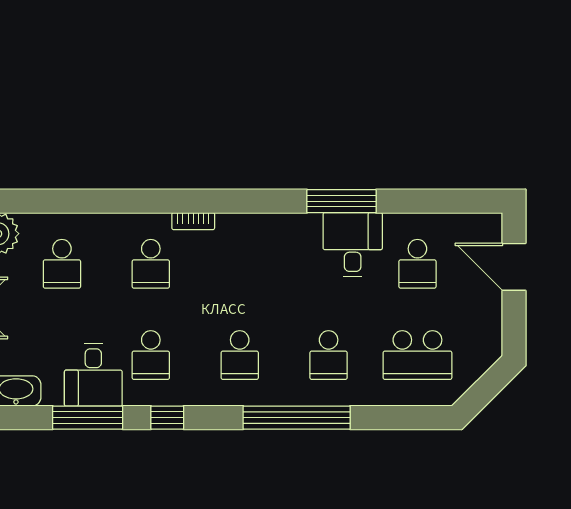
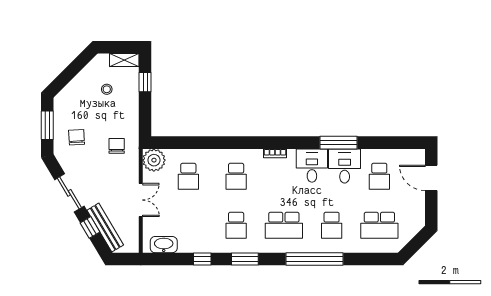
bookcase: (193, 221) -> (275, 153), moved
school desk: (240, 355) -> (284, 225), width x1.85
desk: (93, 375) -> (312, 166), moved, turned 180
window: (88, 418) -> (202, 259), width x0.46
window: (167, 418) -> (245, 259), width x1.50

